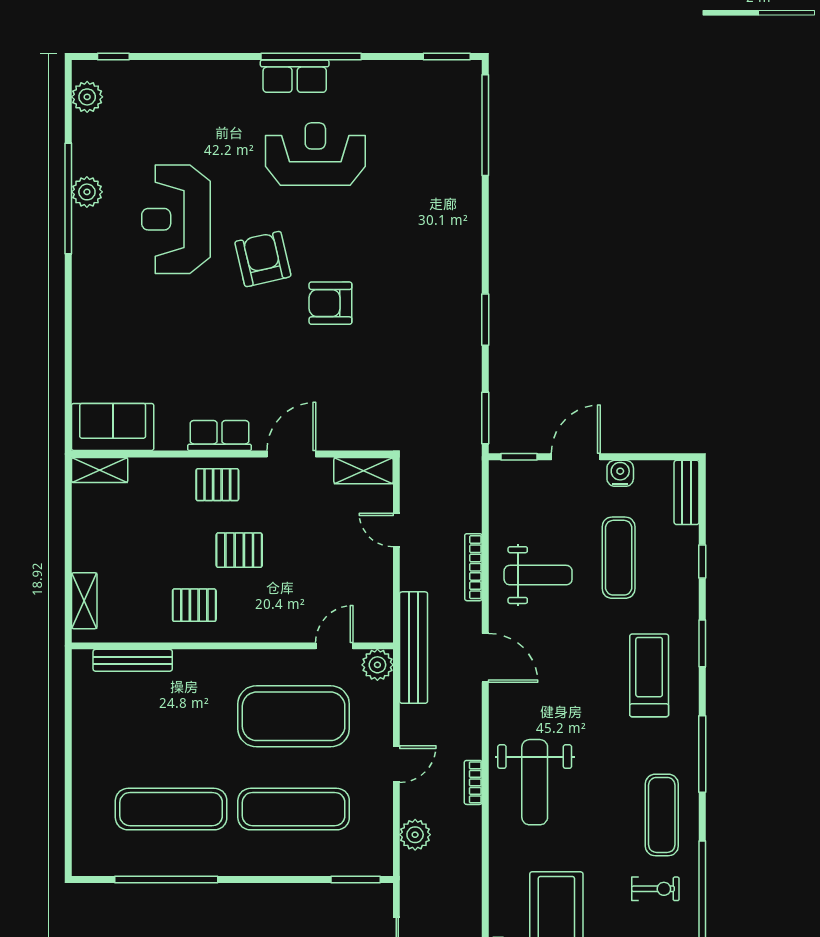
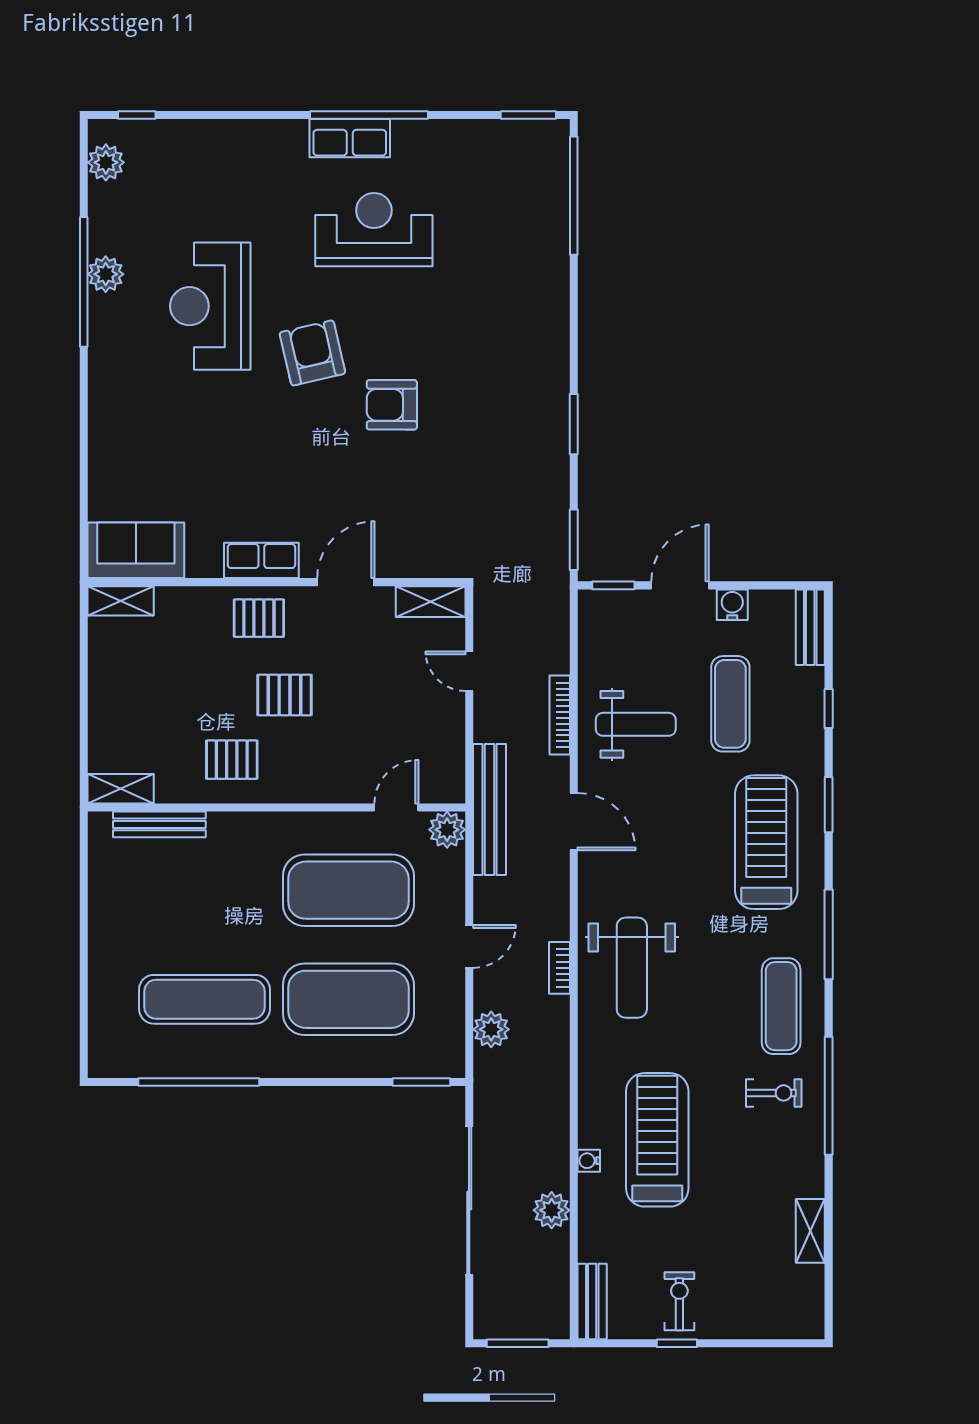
shelving: (84, 601) -> (121, 789), moved, turned 90
treadmill: (649, 675) -> (766, 842), width x1.37, depth x1.38
exercise mat: (294, 809) -> (348, 999), width x1.47

